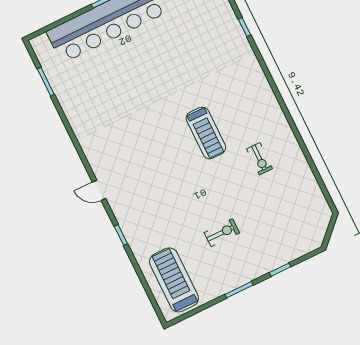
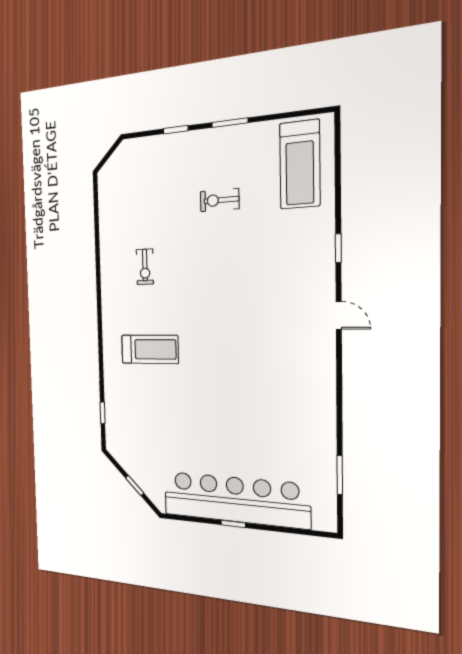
treadmill: (206, 133) -> (150, 349), moved, turned 90
exercise bike: (260, 159) -> (145, 267), turned 180

